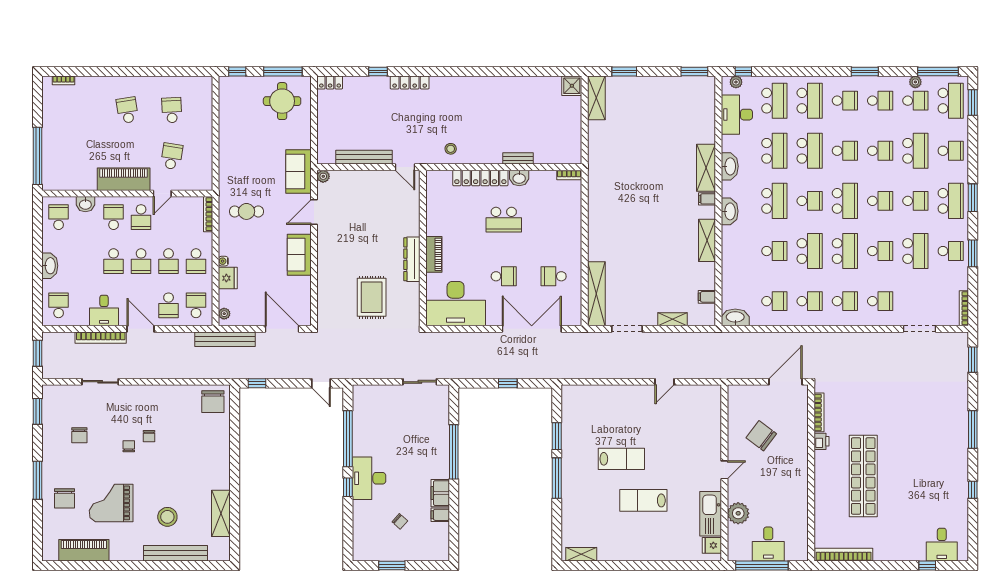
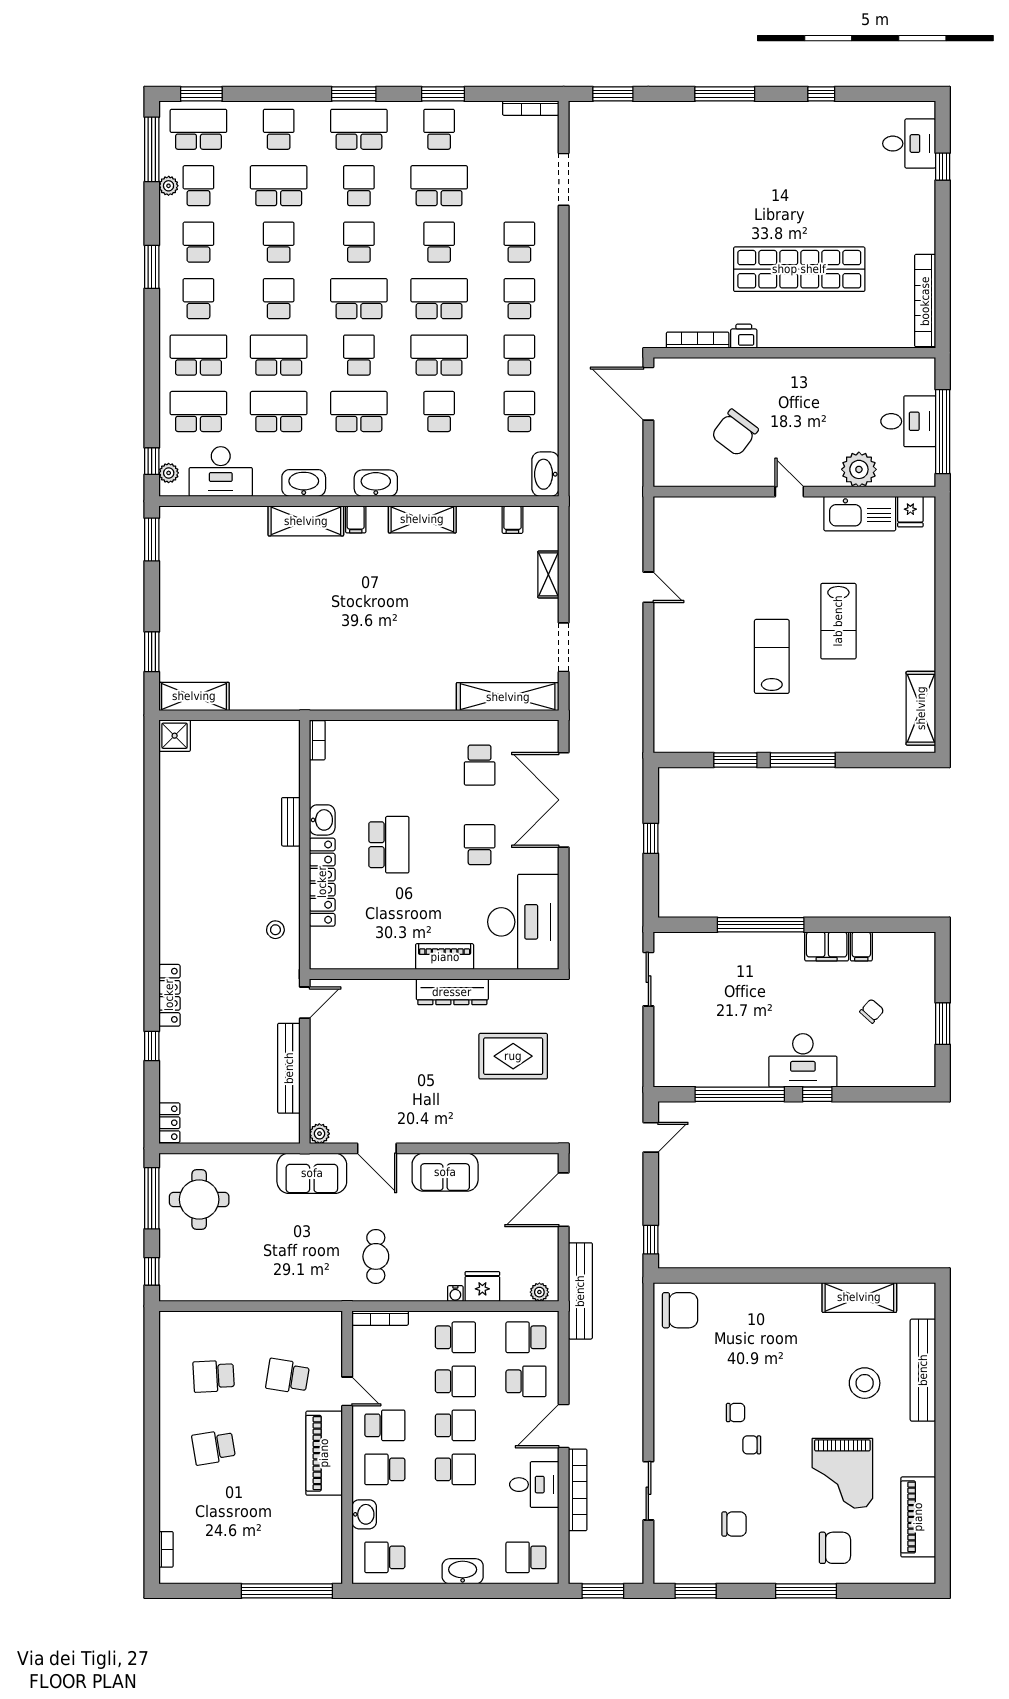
shelving: (581, 554) -> (921, 708), width x1.50, depth x1.33

